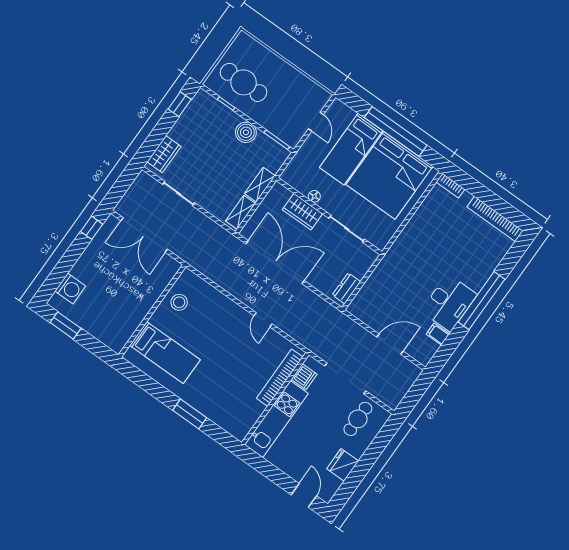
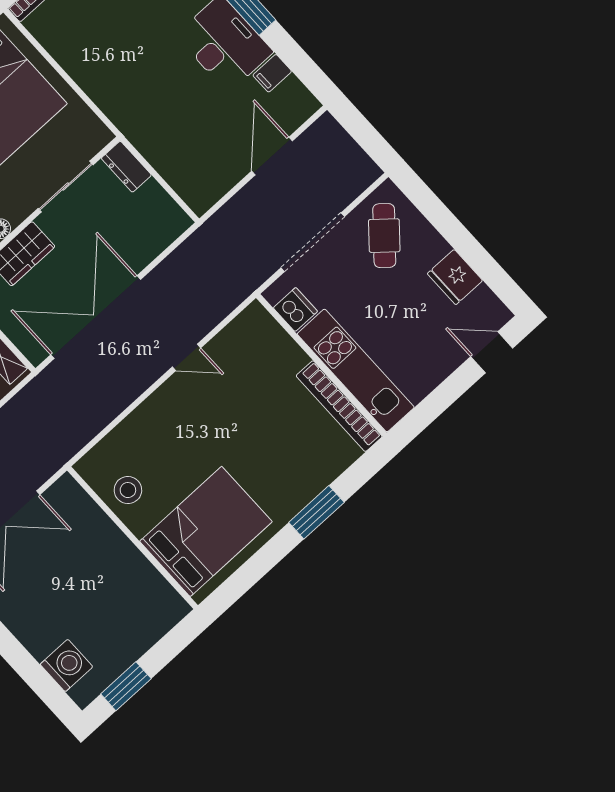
dresser: (346, 288) -> (126, 167), moved
bed: (165, 352) -> (206, 531), width x1.50
bookcase: (280, 378) -> (339, 406), moved
cafe table: (358, 419) -> (384, 236), turned 41

